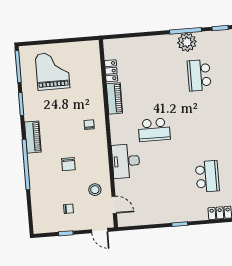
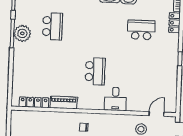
locker: (111, 71) -> (34, 102), width x1.53
school desk: (199, 75) -> (52, 26), turned -90
desk: (126, 161) -> (115, 99), width x0.73

